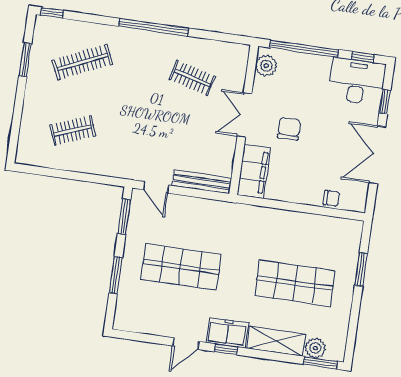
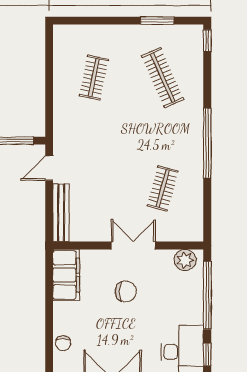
clothes rail: (73, 130) -> (94, 78), turned 33
filing cabinet: (254, 171) -> (66, 275), moved, turned -90

